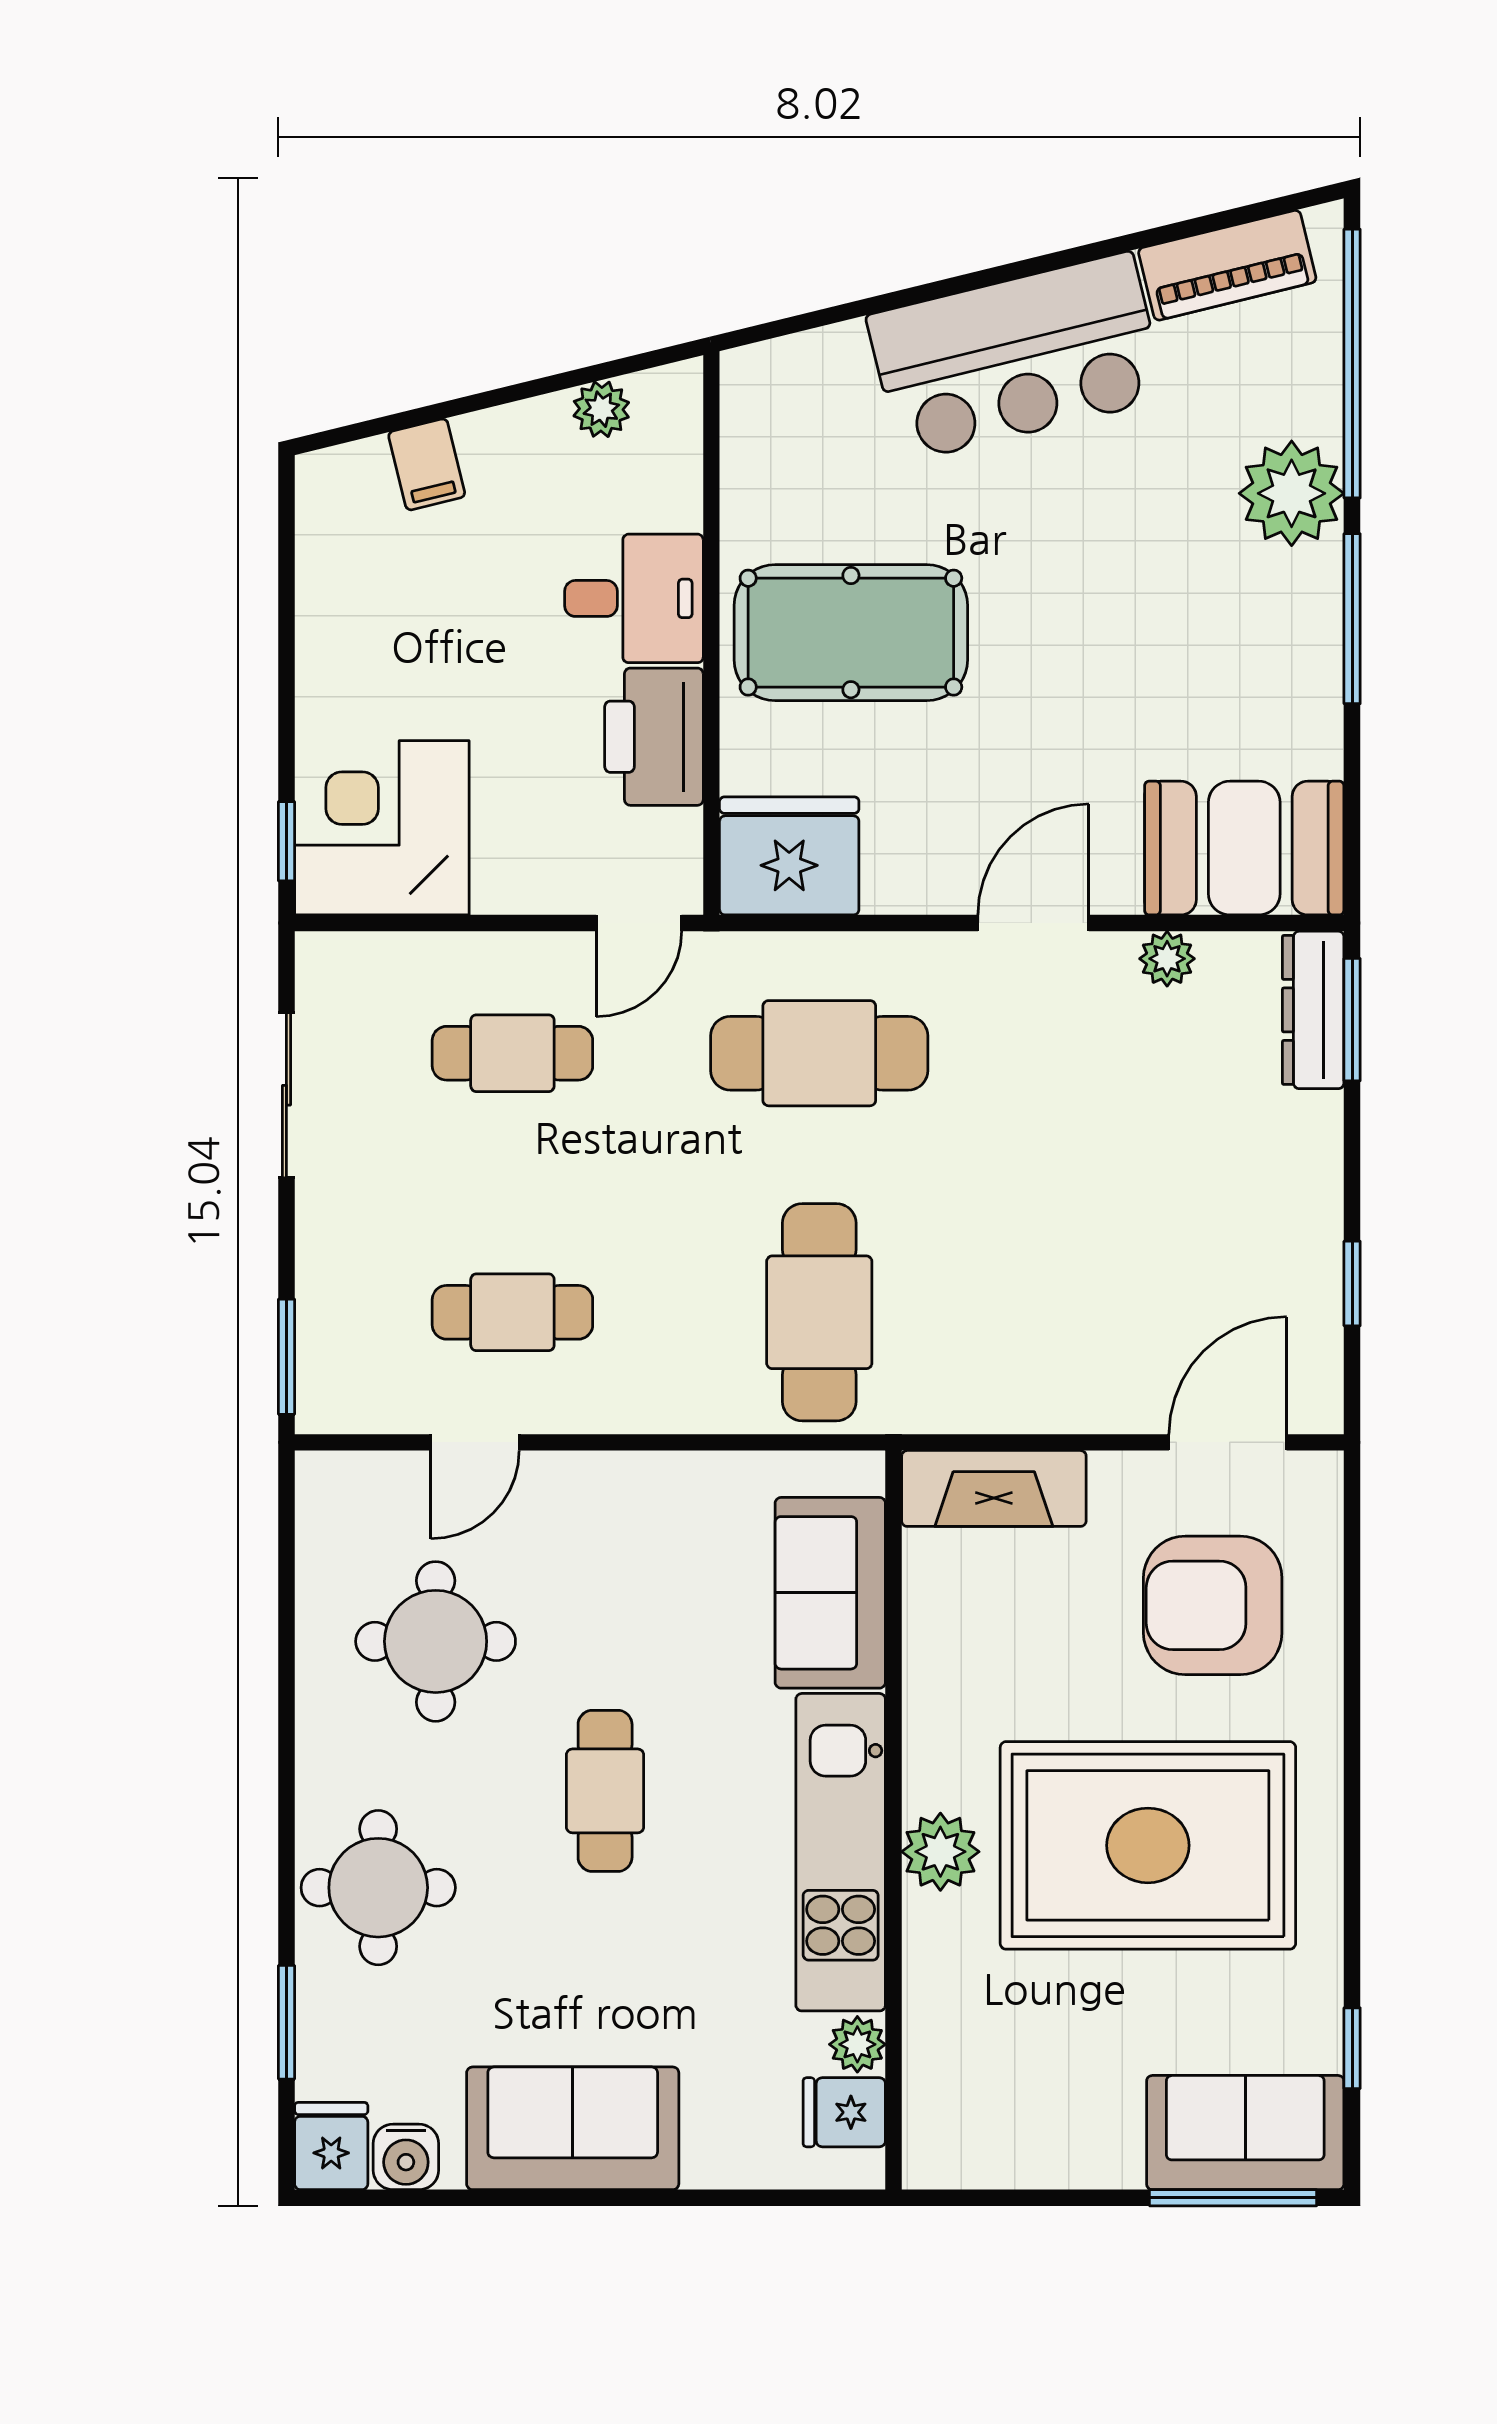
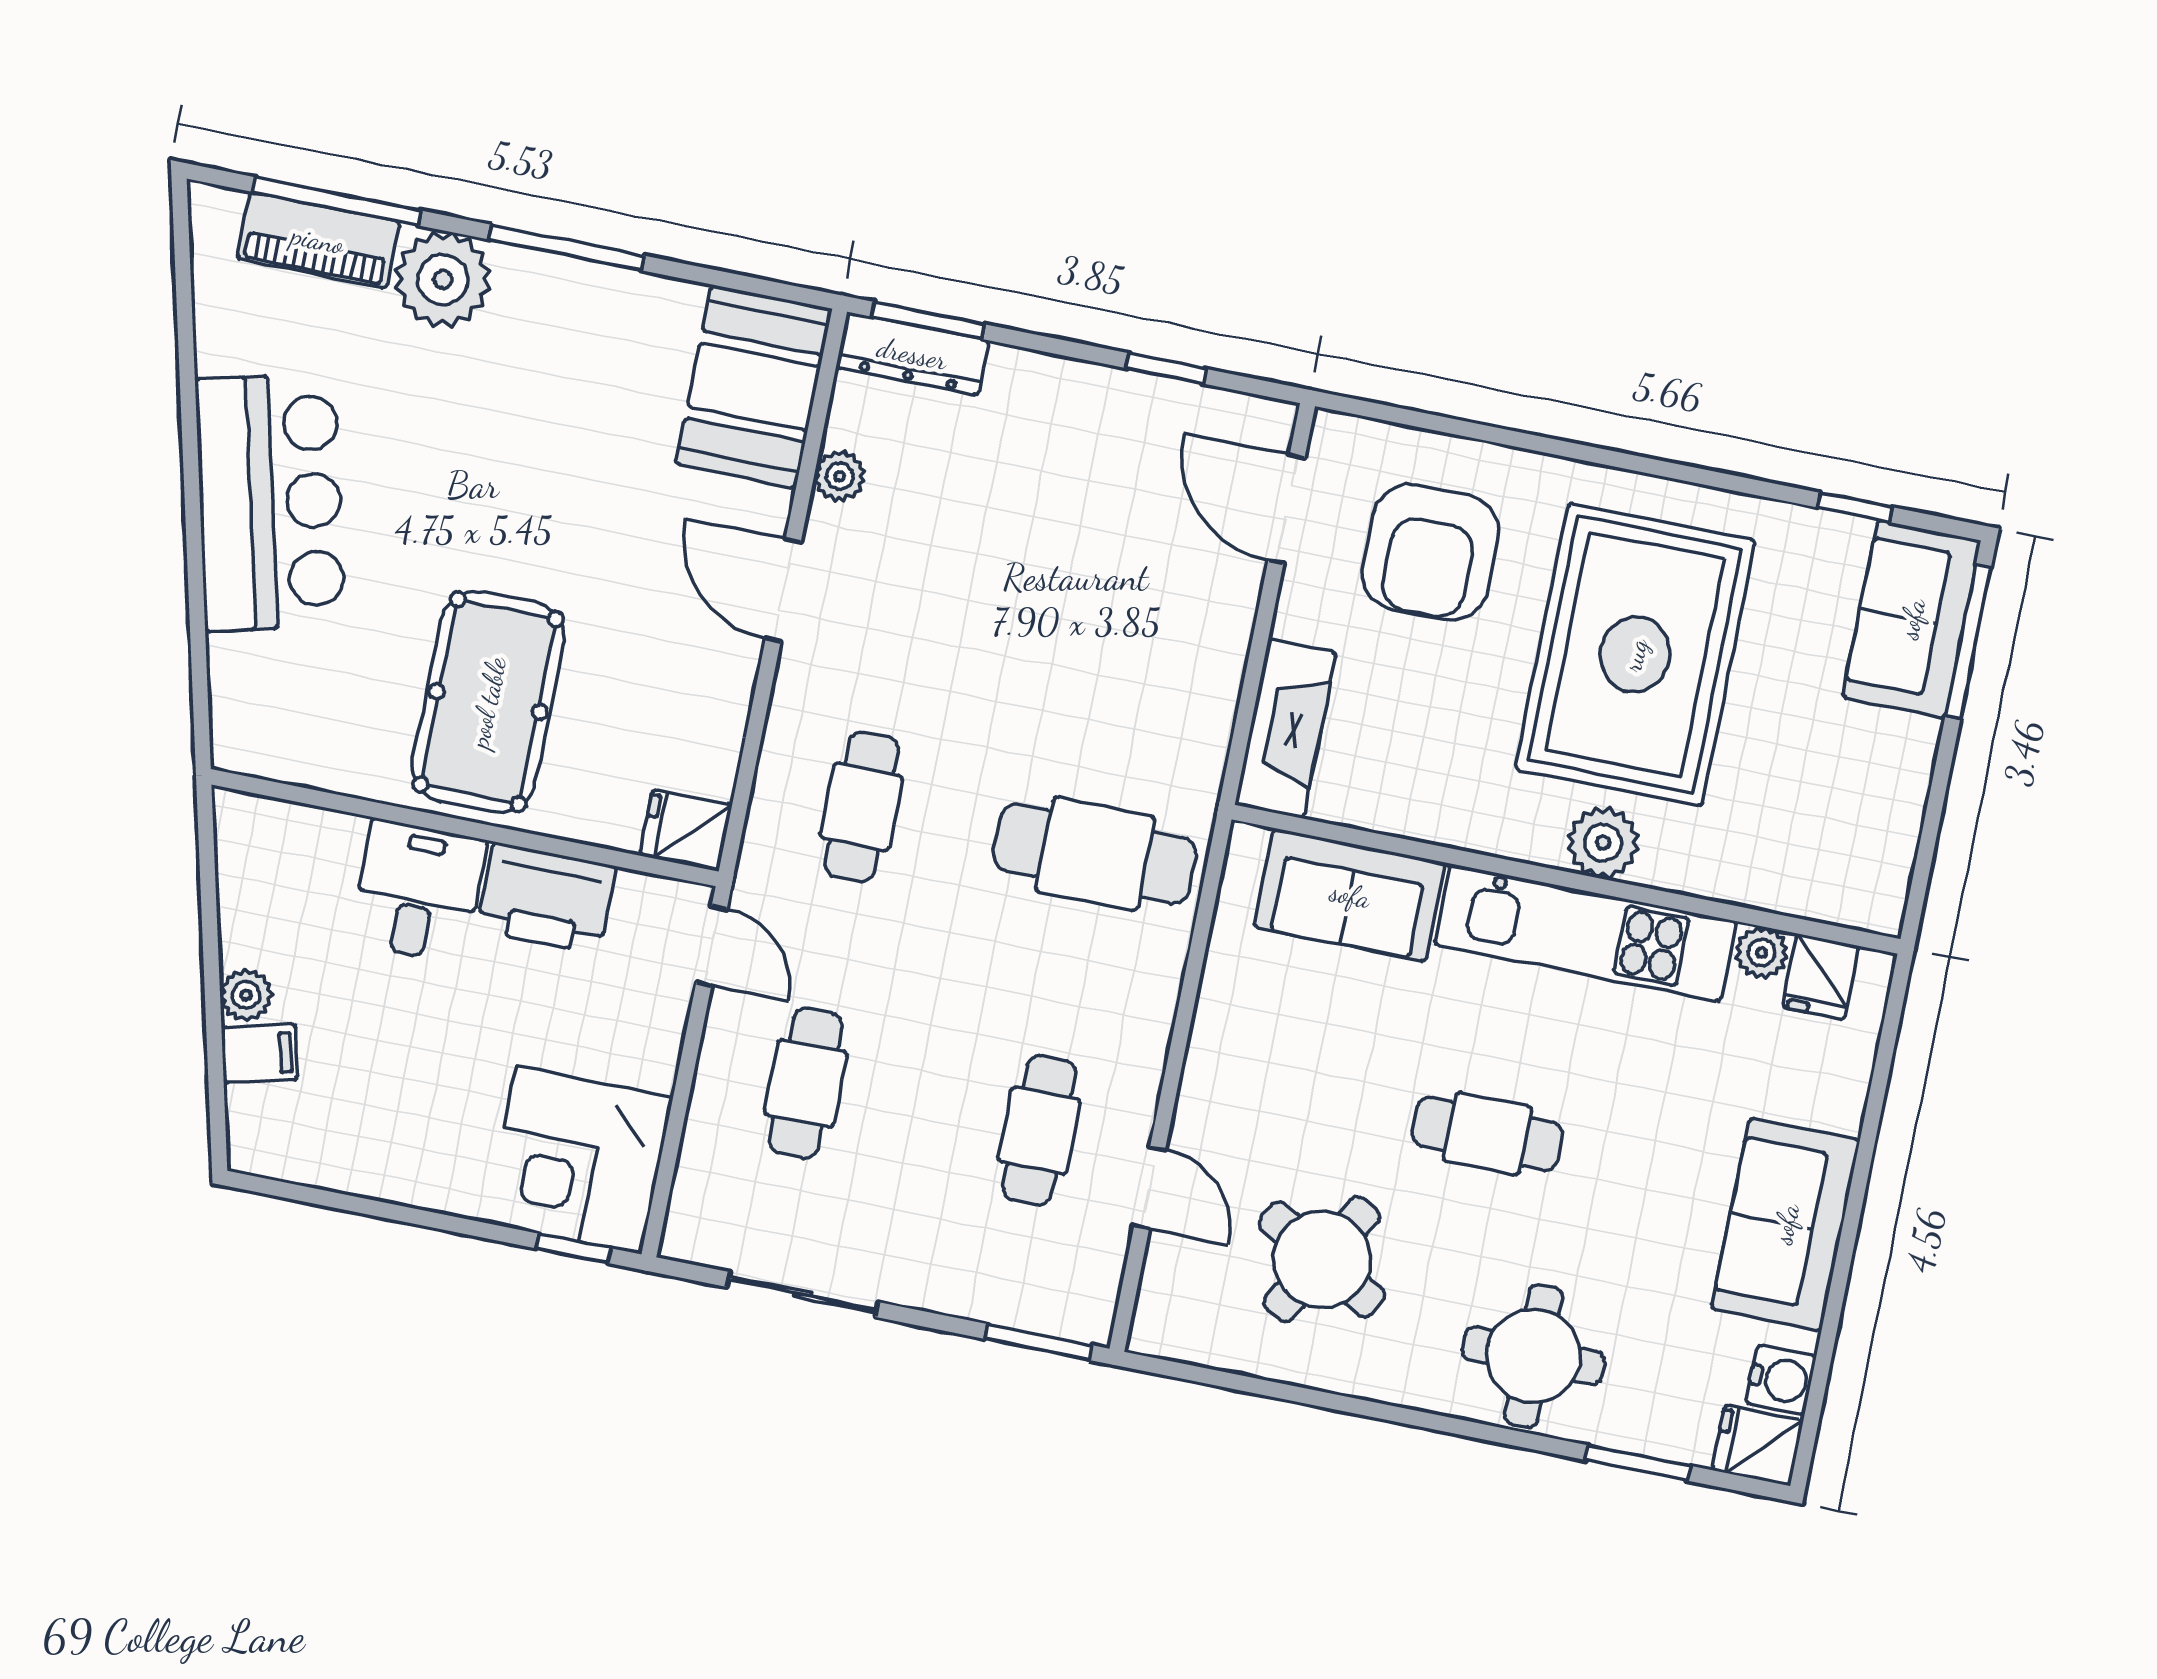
piano: (1227, 265) -> (318, 240), moved, turned 104
window: (1352, 364) -> (337, 201), width x0.68
plant: (601, 409) -> (246, 995), moved
fridge: (789, 856) -> (686, 830), width x0.53, depth x0.75
cafe table: (819, 1053) -> (862, 807), width x0.73, depth x0.74
round table: (436, 1641) -> (1322, 1259), turned 30

